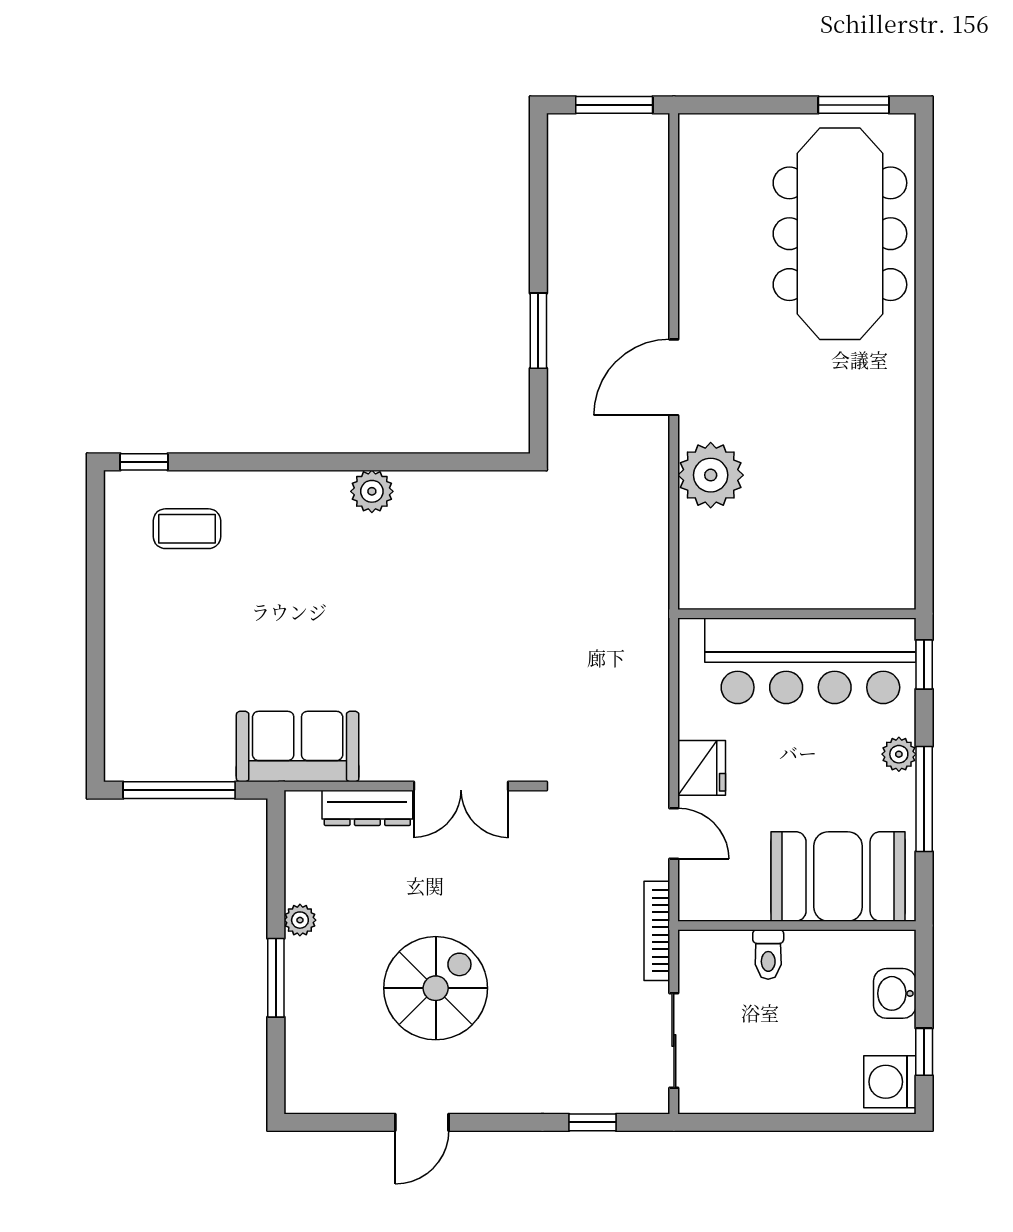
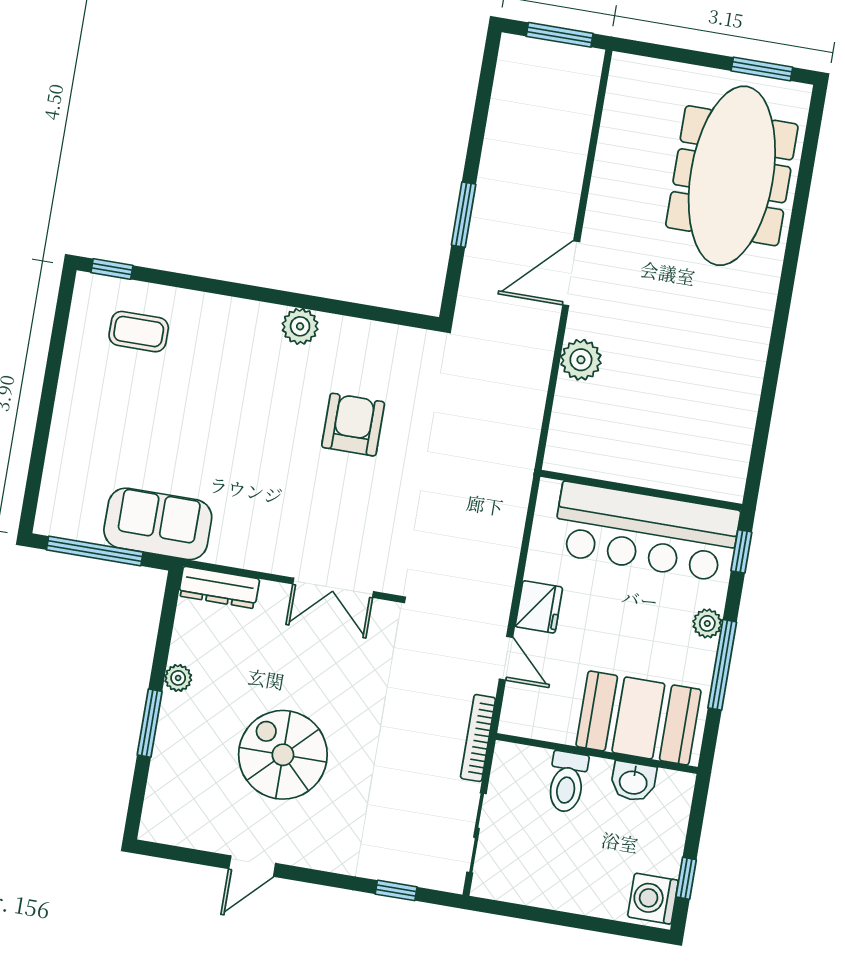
plant: (711, 475) -> (581, 360), width x0.73, depth x0.73
armchair: (452, 594) -> (353, 425), added
sofa: (298, 747) -> (158, 524), moved
dresser: (367, 808) -> (219, 587), moved
toilet: (768, 954) -> (567, 782), width x1.37, depth x1.39
spiral stairs: (436, 988) -> (283, 755), turned -90
washbasin: (895, 993) -> (633, 781), moved, turned -90

